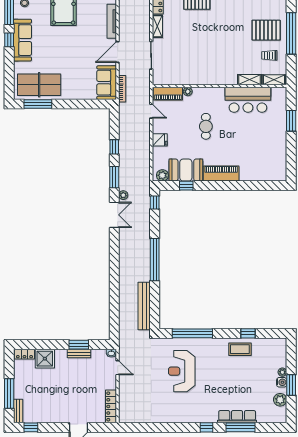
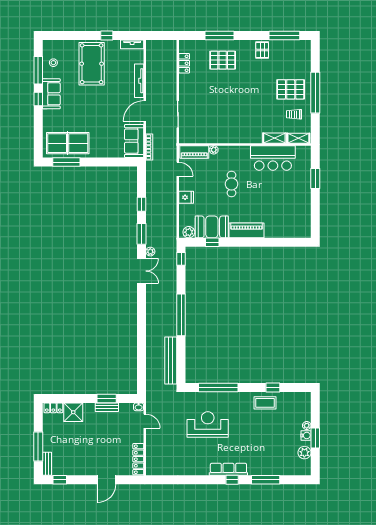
shelving: (157, 26) -> (184, 86), removed
sofa: (22, 40) -> (51, 94), width x0.73
reception desk: (182, 371) -> (208, 424), turned 90
row of seats: (237, 417) -> (228, 469), moved

